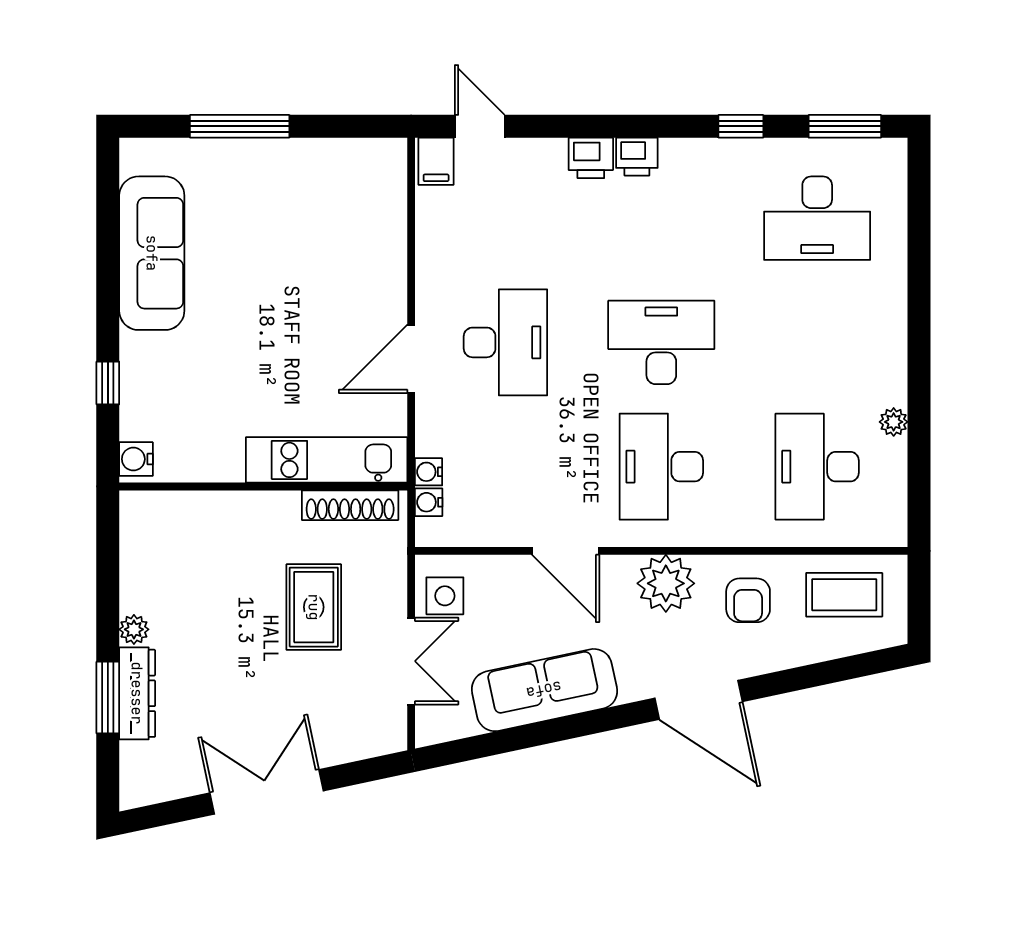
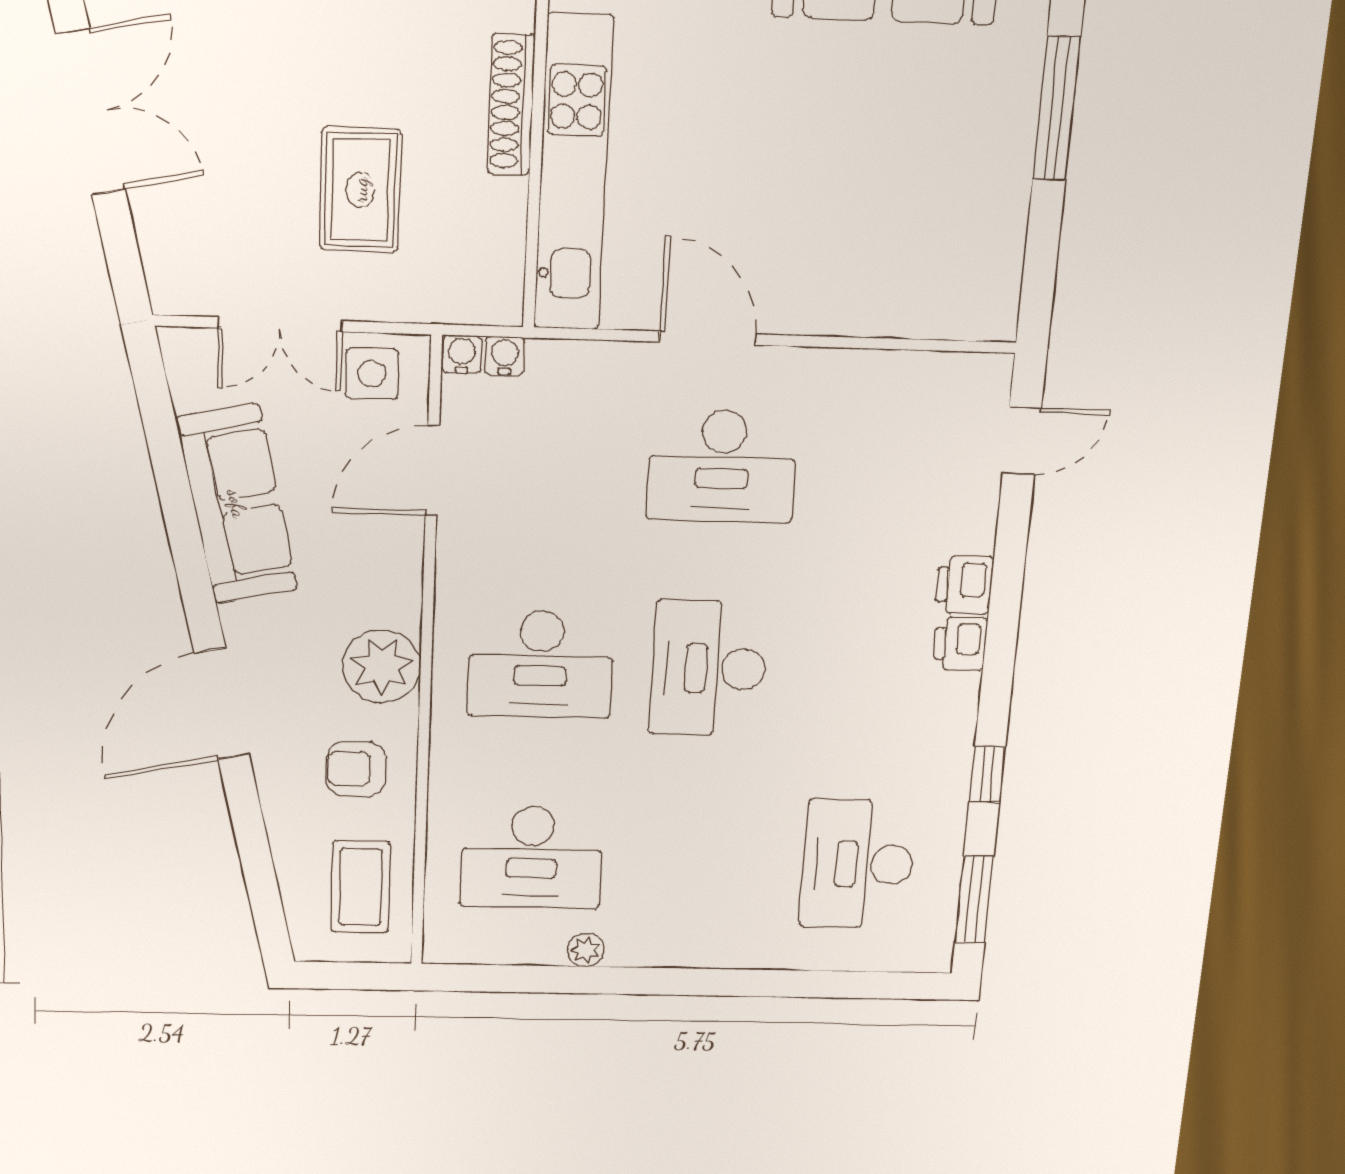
filing cabinet: (436, 161) -> (980, 381), removed
desk: (661, 342) -> (708, 668), turned 180
kitchen unit: (327, 460) -> (573, 174), width x1.36
desk: (661, 467) -> (541, 664), turned 180
desk: (817, 467) -> (532, 857), turned 180
water cooler: (429, 472) -> (462, 354), moved
shoe rack: (350, 505) -> (511, 105), moved
door: (566, 551) -> (432, 470), moved
rug: (314, 607) -> (360, 190), turned 90

